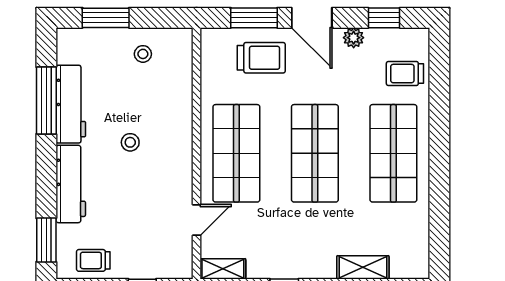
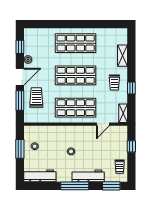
window: (106, 18) -> (20, 149), moved
trolley: (405, 74) -> (114, 82), moved
window: (46, 100) -> (75, 186), moved
workbench: (71, 104) -> (40, 176), moved
door: (196, 220) -> (103, 124), swing flipped

